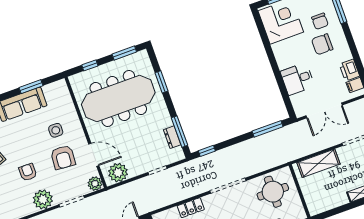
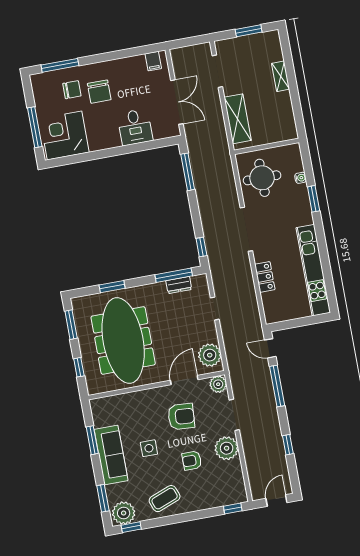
printer: (349, 70) -> (135, 65), removed
side table: (56, 130) -> (149, 448), moved

